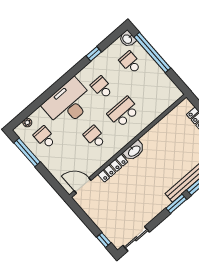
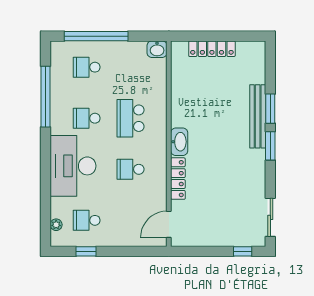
washbasin: (127, 39) -> (157, 49), moved
window: (94, 54) -> (46, 97), width x3.17
window: (27, 152) -> (86, 251), width x0.46

